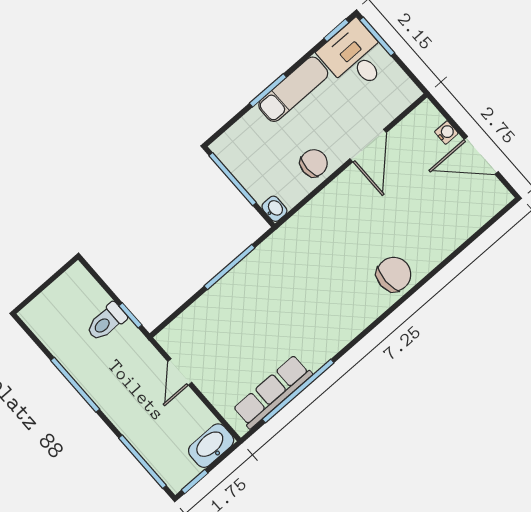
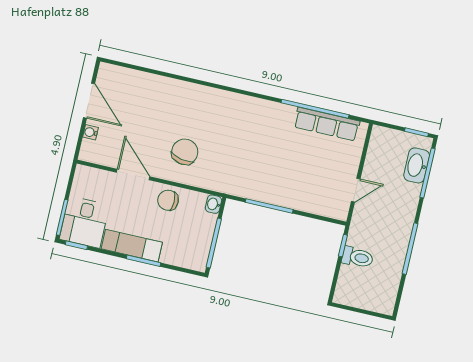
door: (368, 146) -> (133, 175), hinge flipped
chair: (394, 274) -> (185, 152), moved, turned 101
washbasin: (211, 446) -> (417, 165), moved, turned 90

